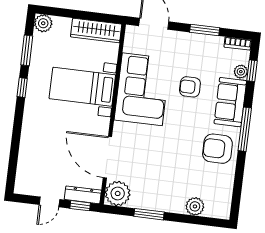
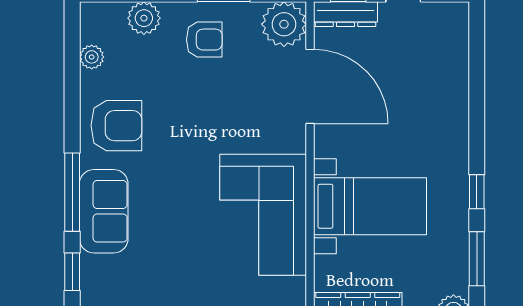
plant: (241, 72) -> (92, 57), moved
armchair: (190, 87) -> (204, 40), moved
window: (245, 129) -> (72, 192), moved

